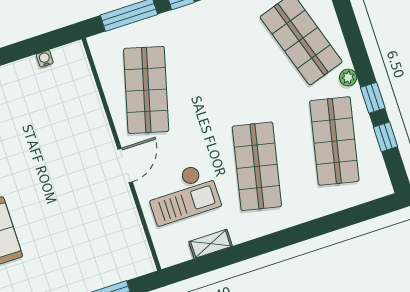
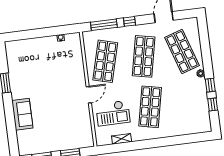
shop shelf: (334, 141) -> (144, 56), moved

